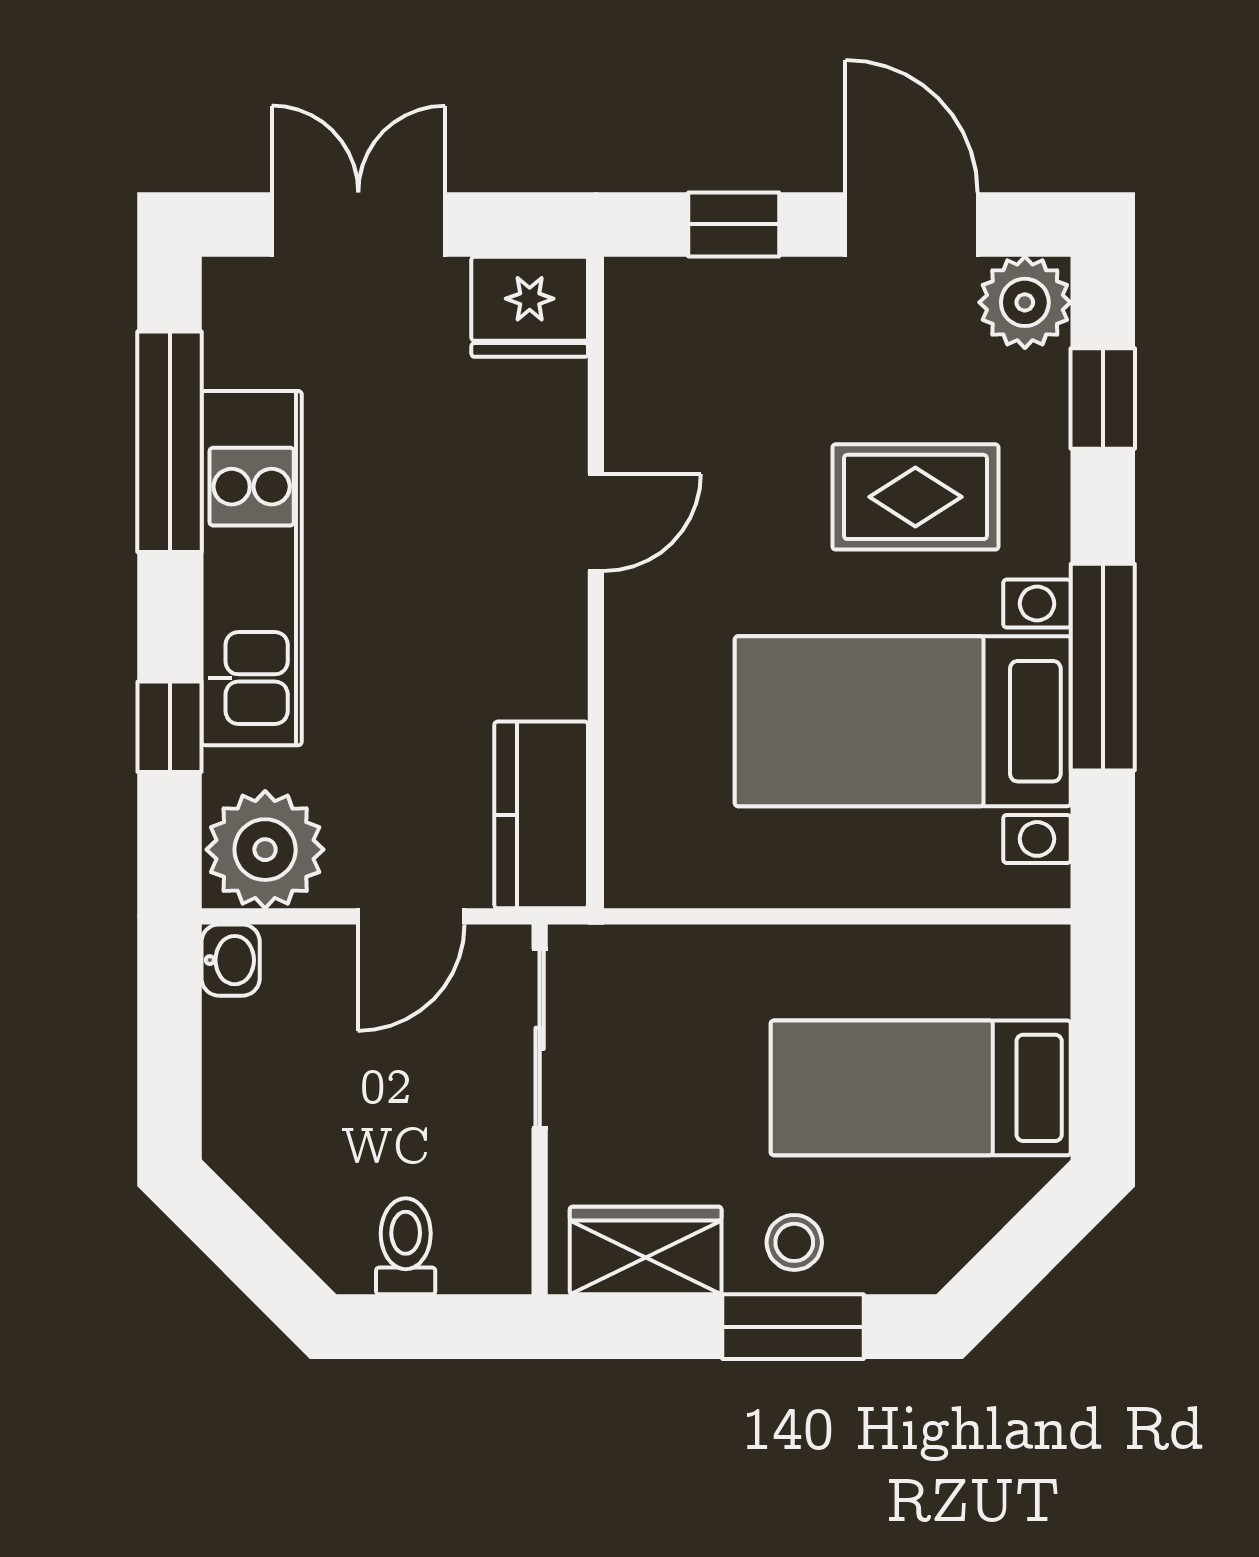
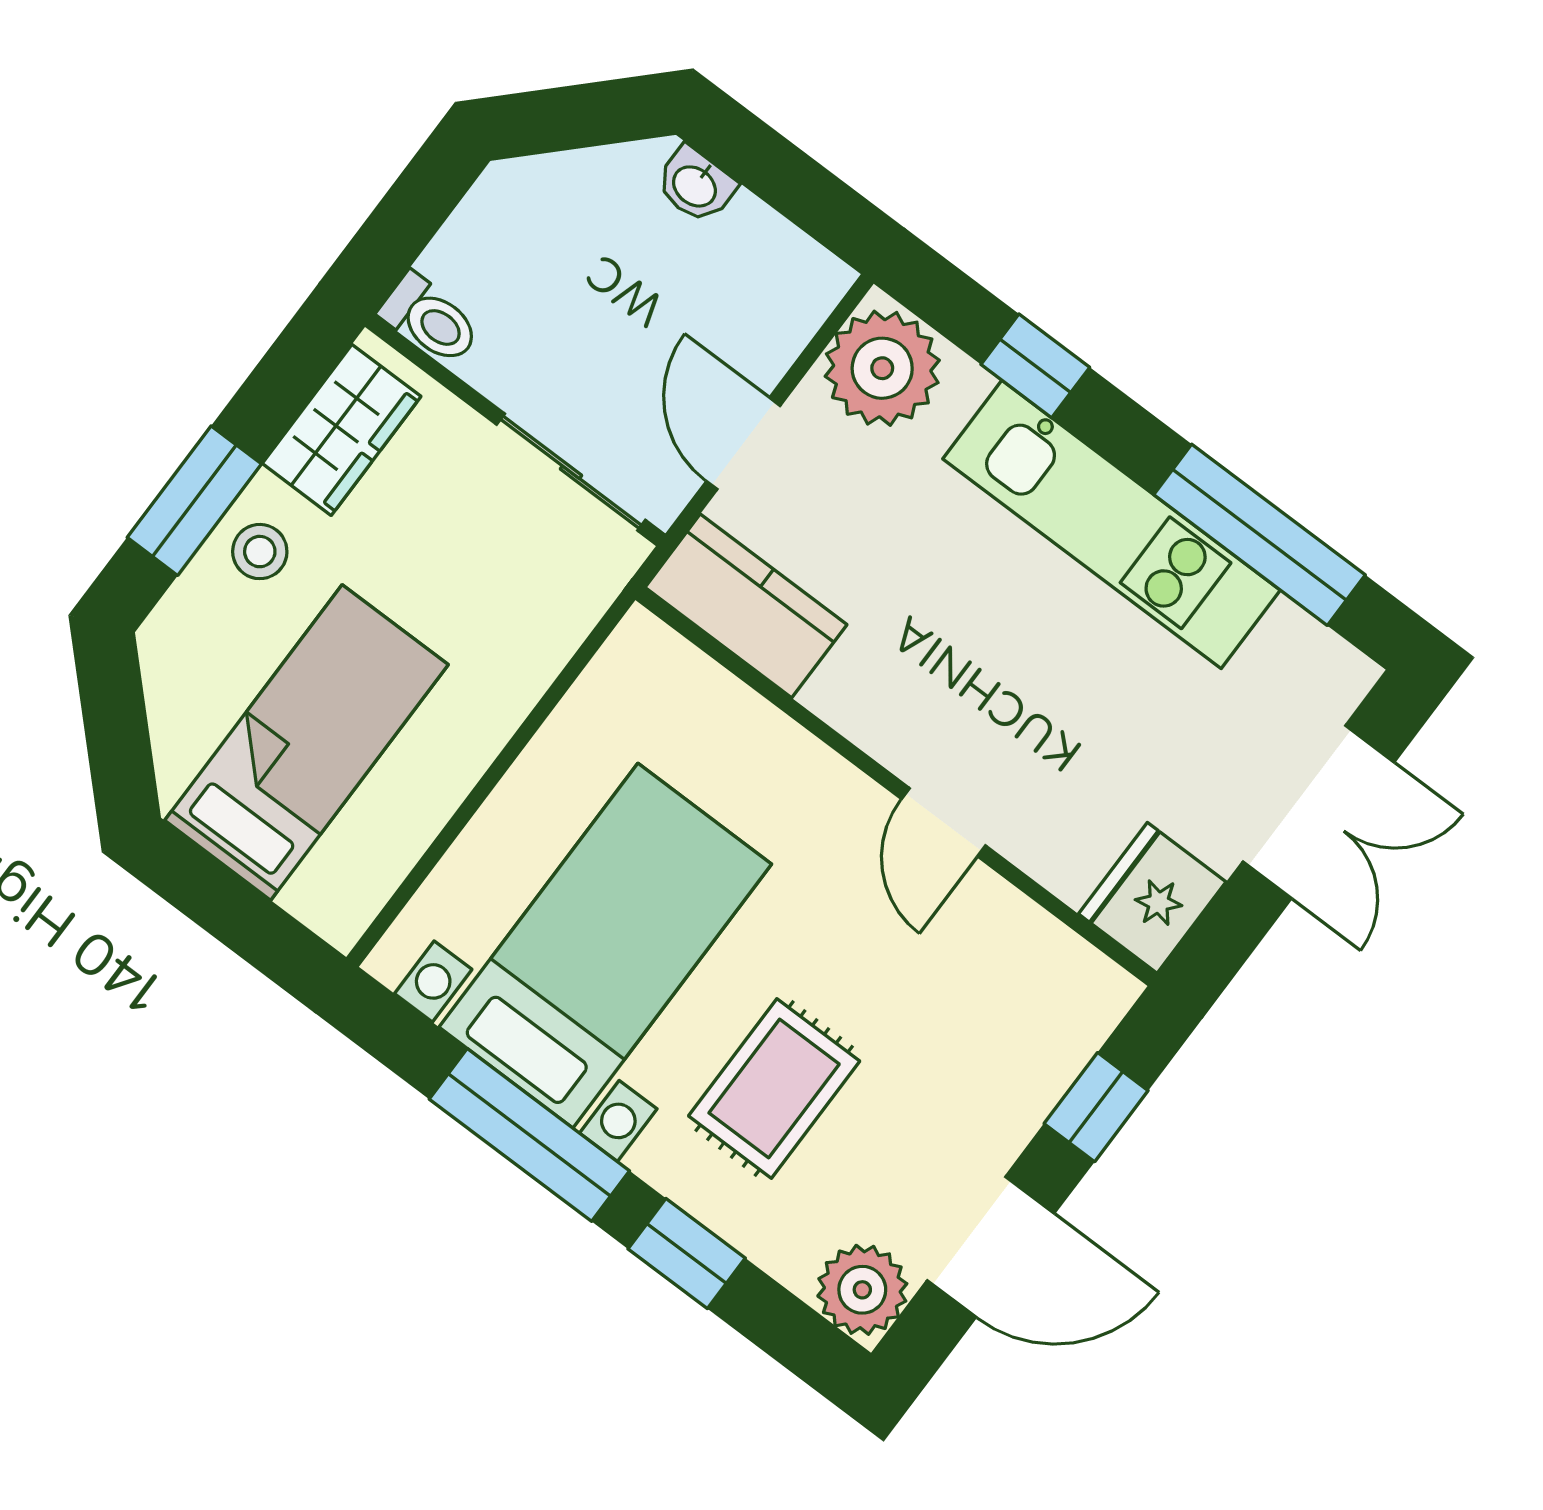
window: (1103, 398) -> (687, 1253), moved
washbasin: (231, 960) -> (695, 185), moved
toilet: (406, 1246) -> (430, 320), moved

